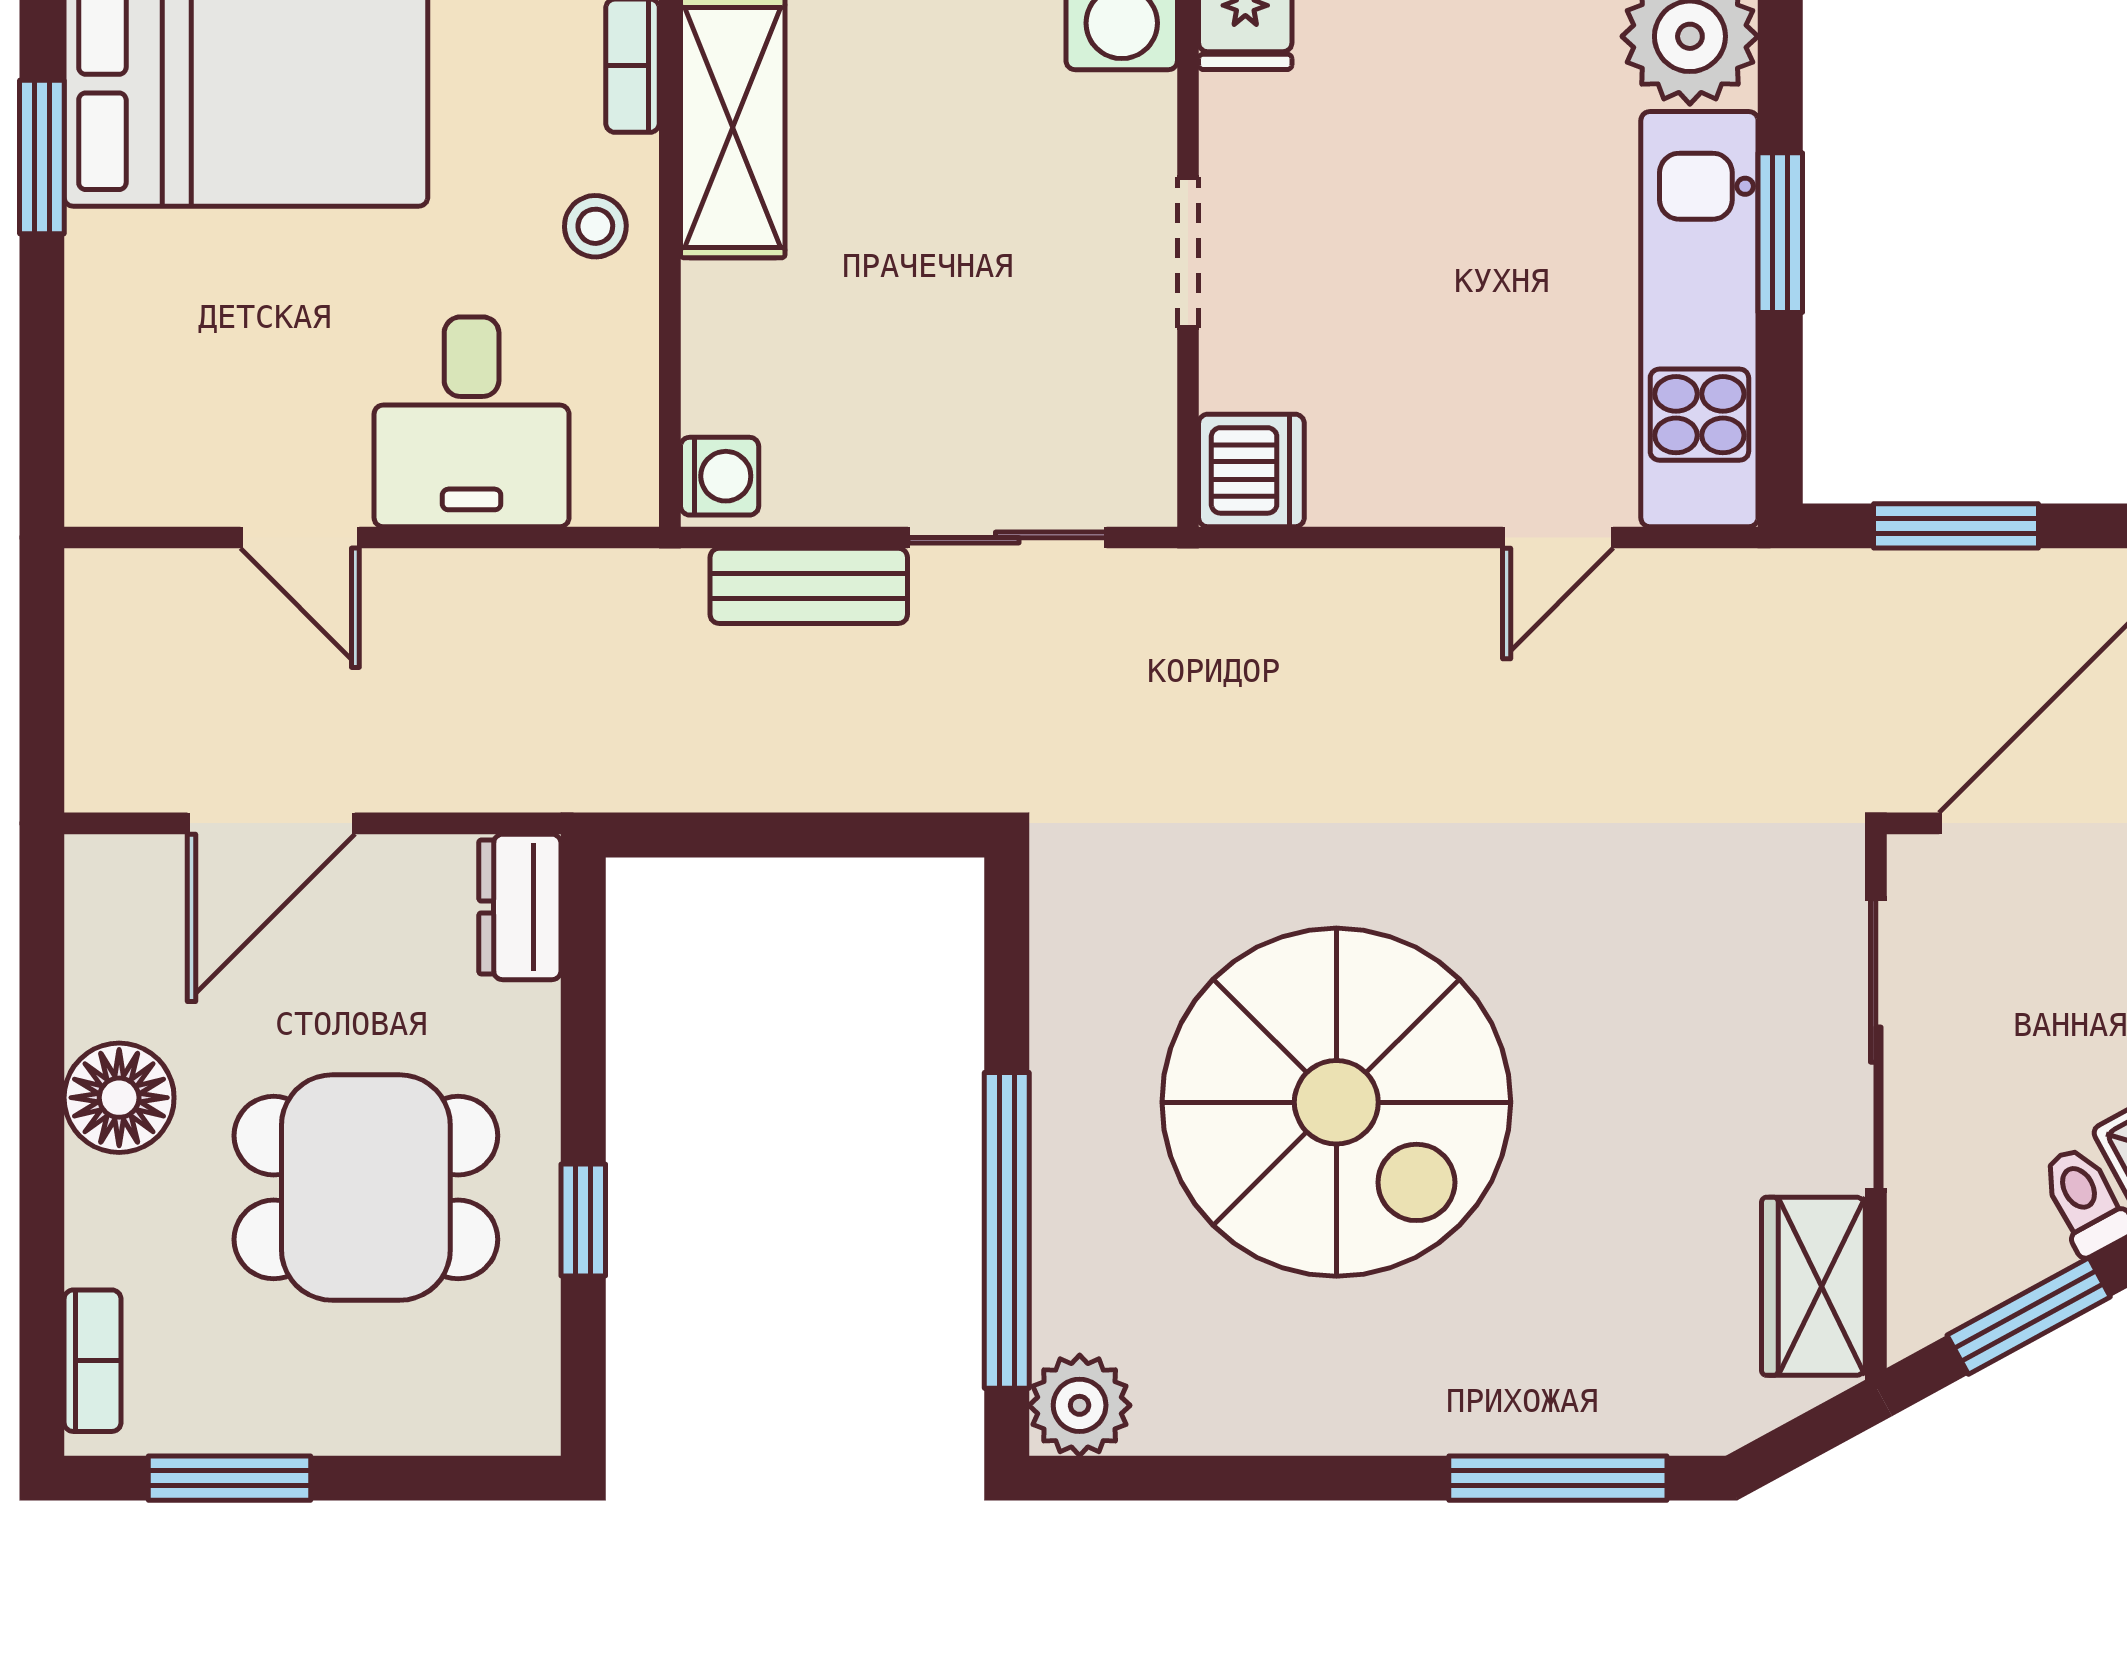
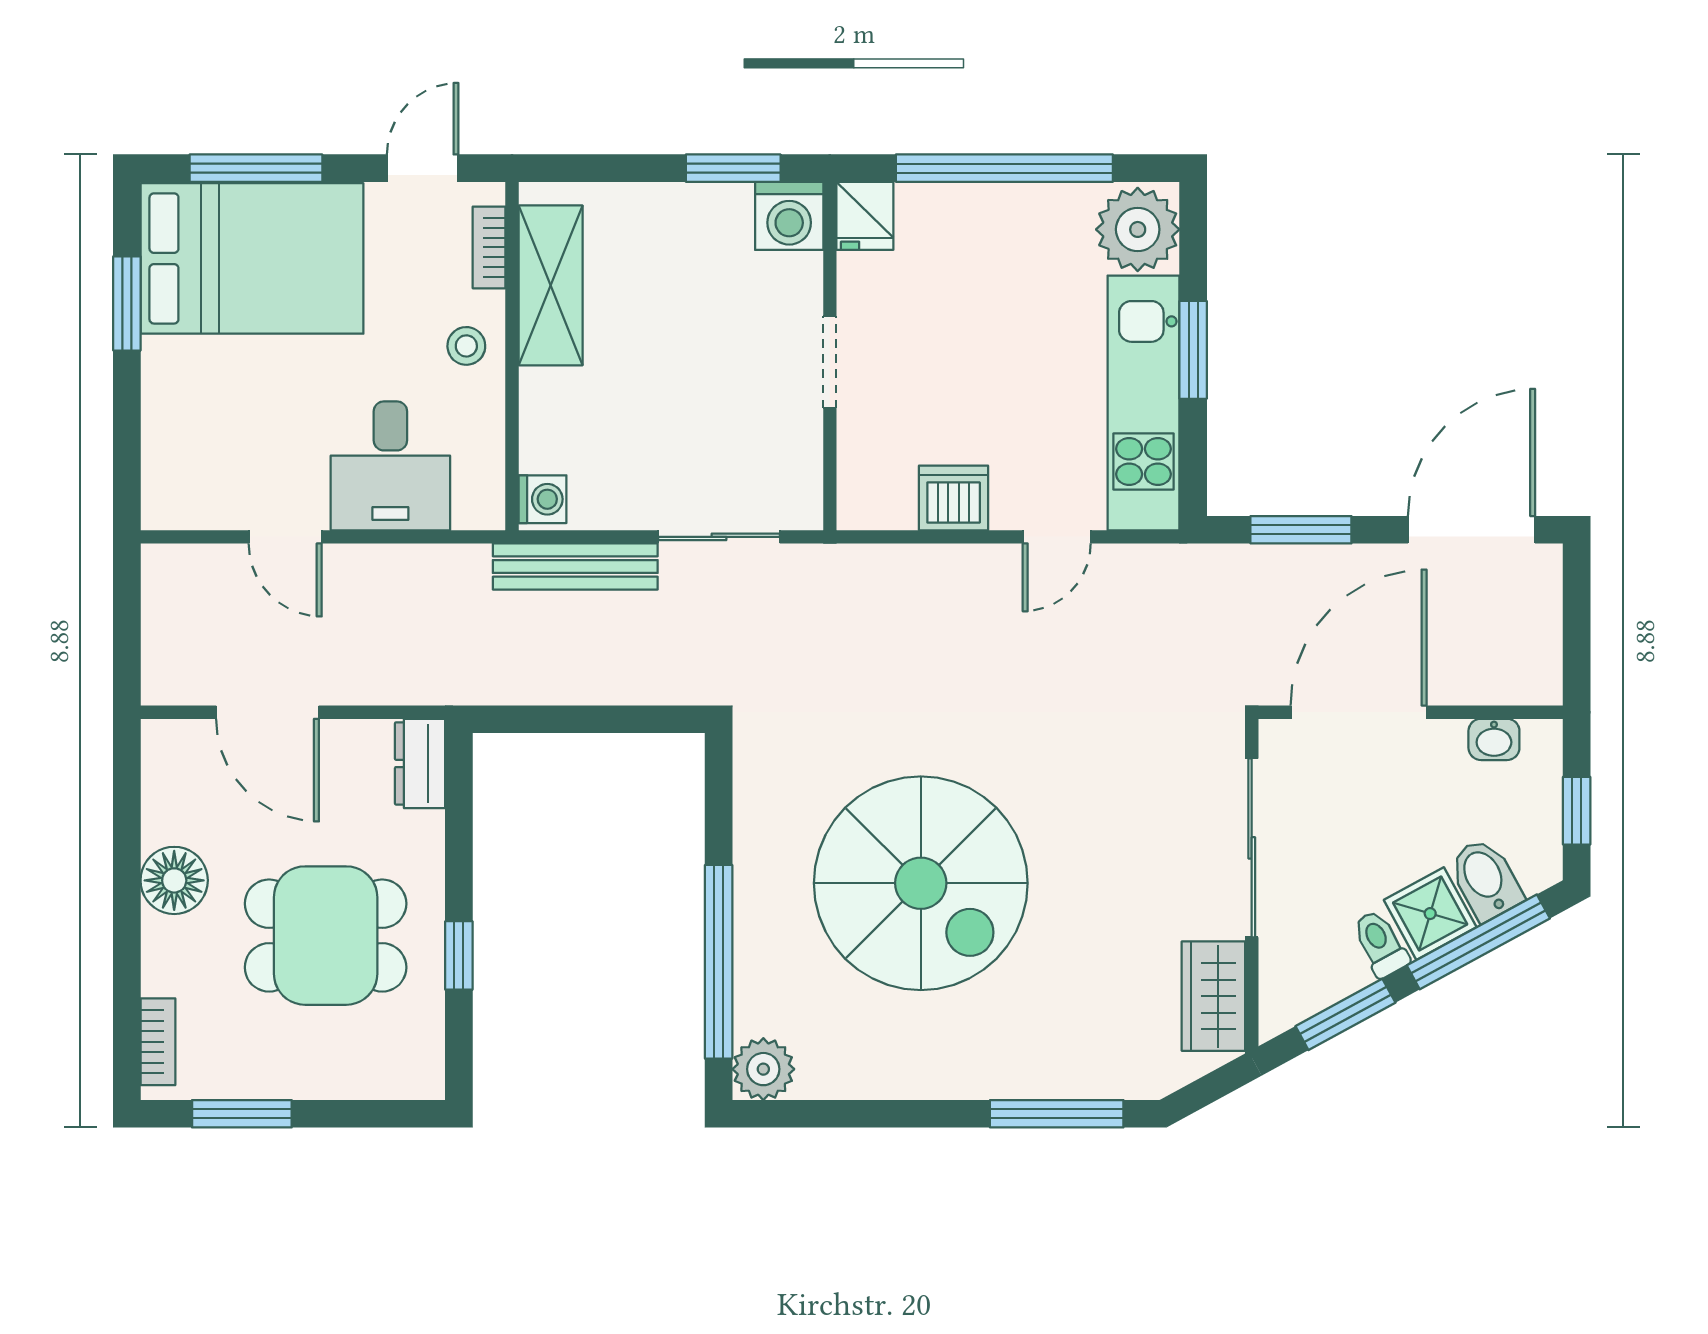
dishwasher: (1251, 470) -> (954, 498), moved, turned -90
bench: (809, 586) -> (575, 567), width x1.36
door: (271, 823) -> (268, 712), hinge flipped

